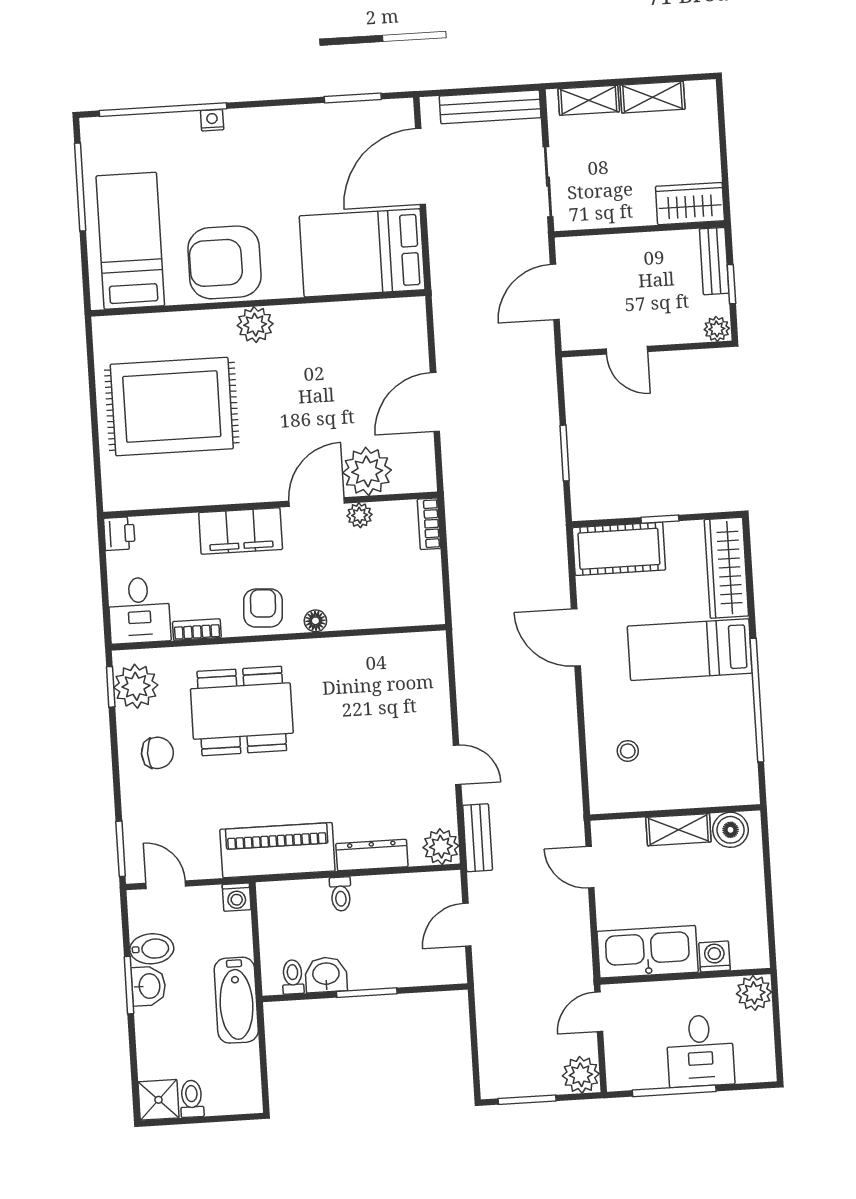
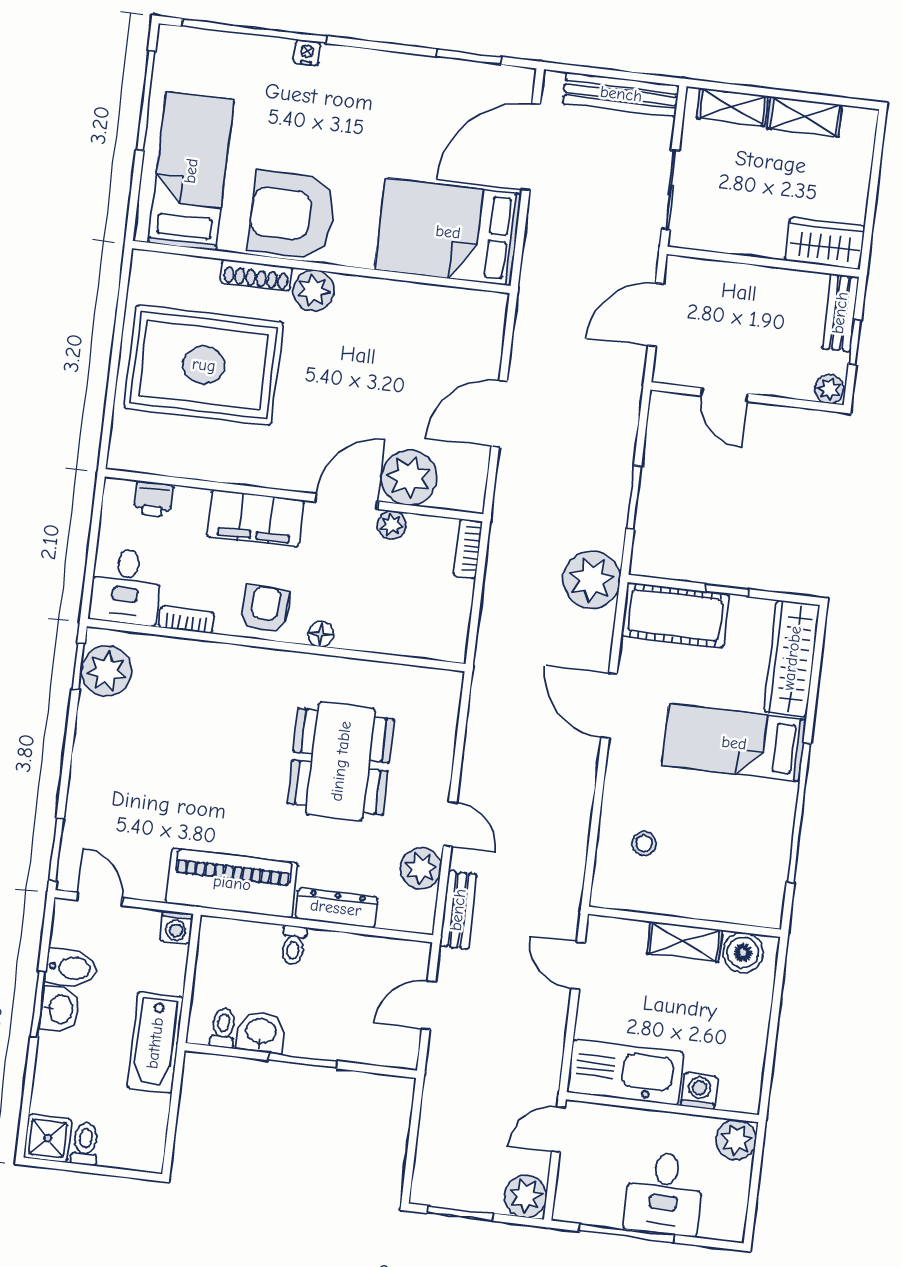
shoe rack: (203, 320) -> (256, 275), added
plant: (541, 531) -> (591, 580), added
printer: (119, 534) -> (153, 499), moved, turned 90
dining table: (242, 711) -> (341, 761), moved, turned 90
chair: (157, 753) -> (117, 750), removed
plant: (441, 847) -> (421, 868), moved

